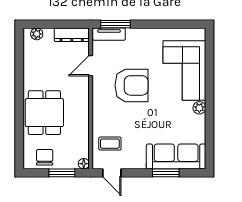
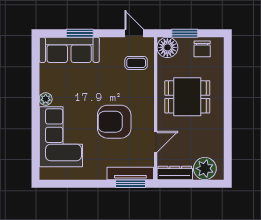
plant: (37, 34) -> (205, 168), width x1.87, depth x1.87
tv unit: (109, 34) -> (130, 174), width x1.41
dining table: (44, 113) -> (187, 97), moved, turned 90
floor lamp: (84, 164) -> (167, 47), width x1.89, depth x1.89

